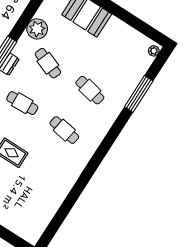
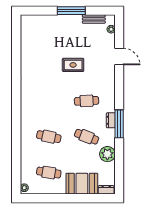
window: (139, 94) -> (16, 154), removed
cafe table: (64, 130) -> (49, 173), moved

